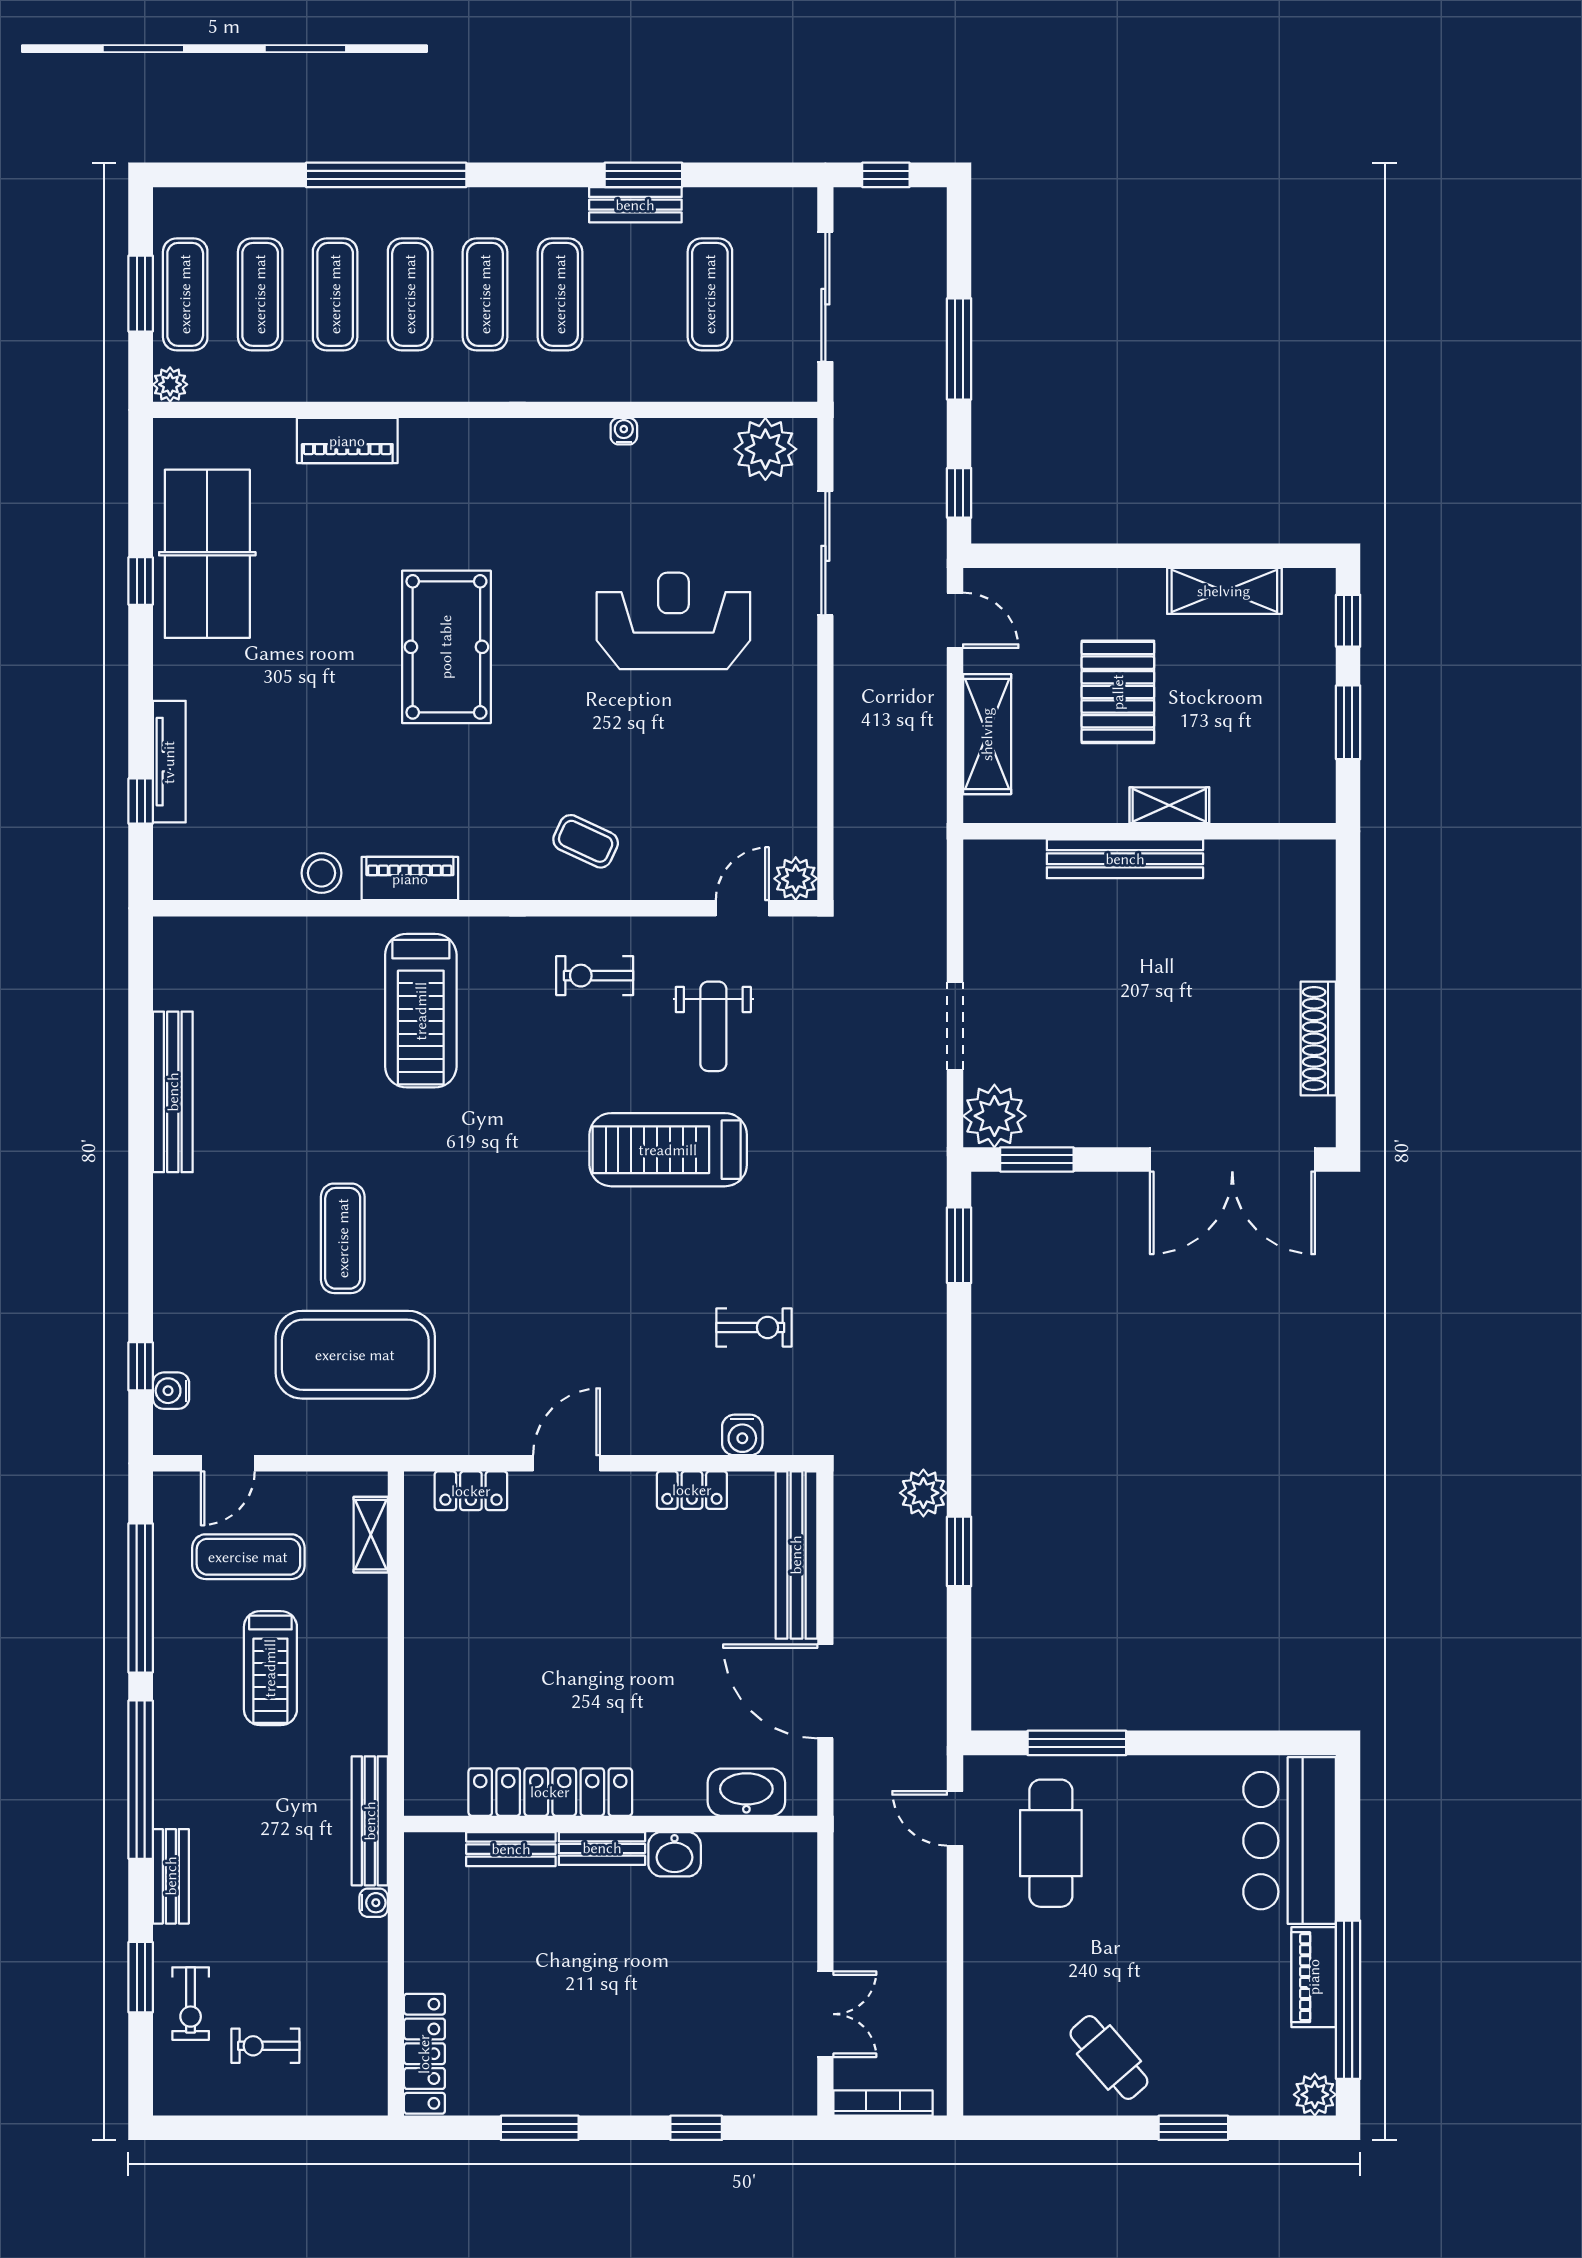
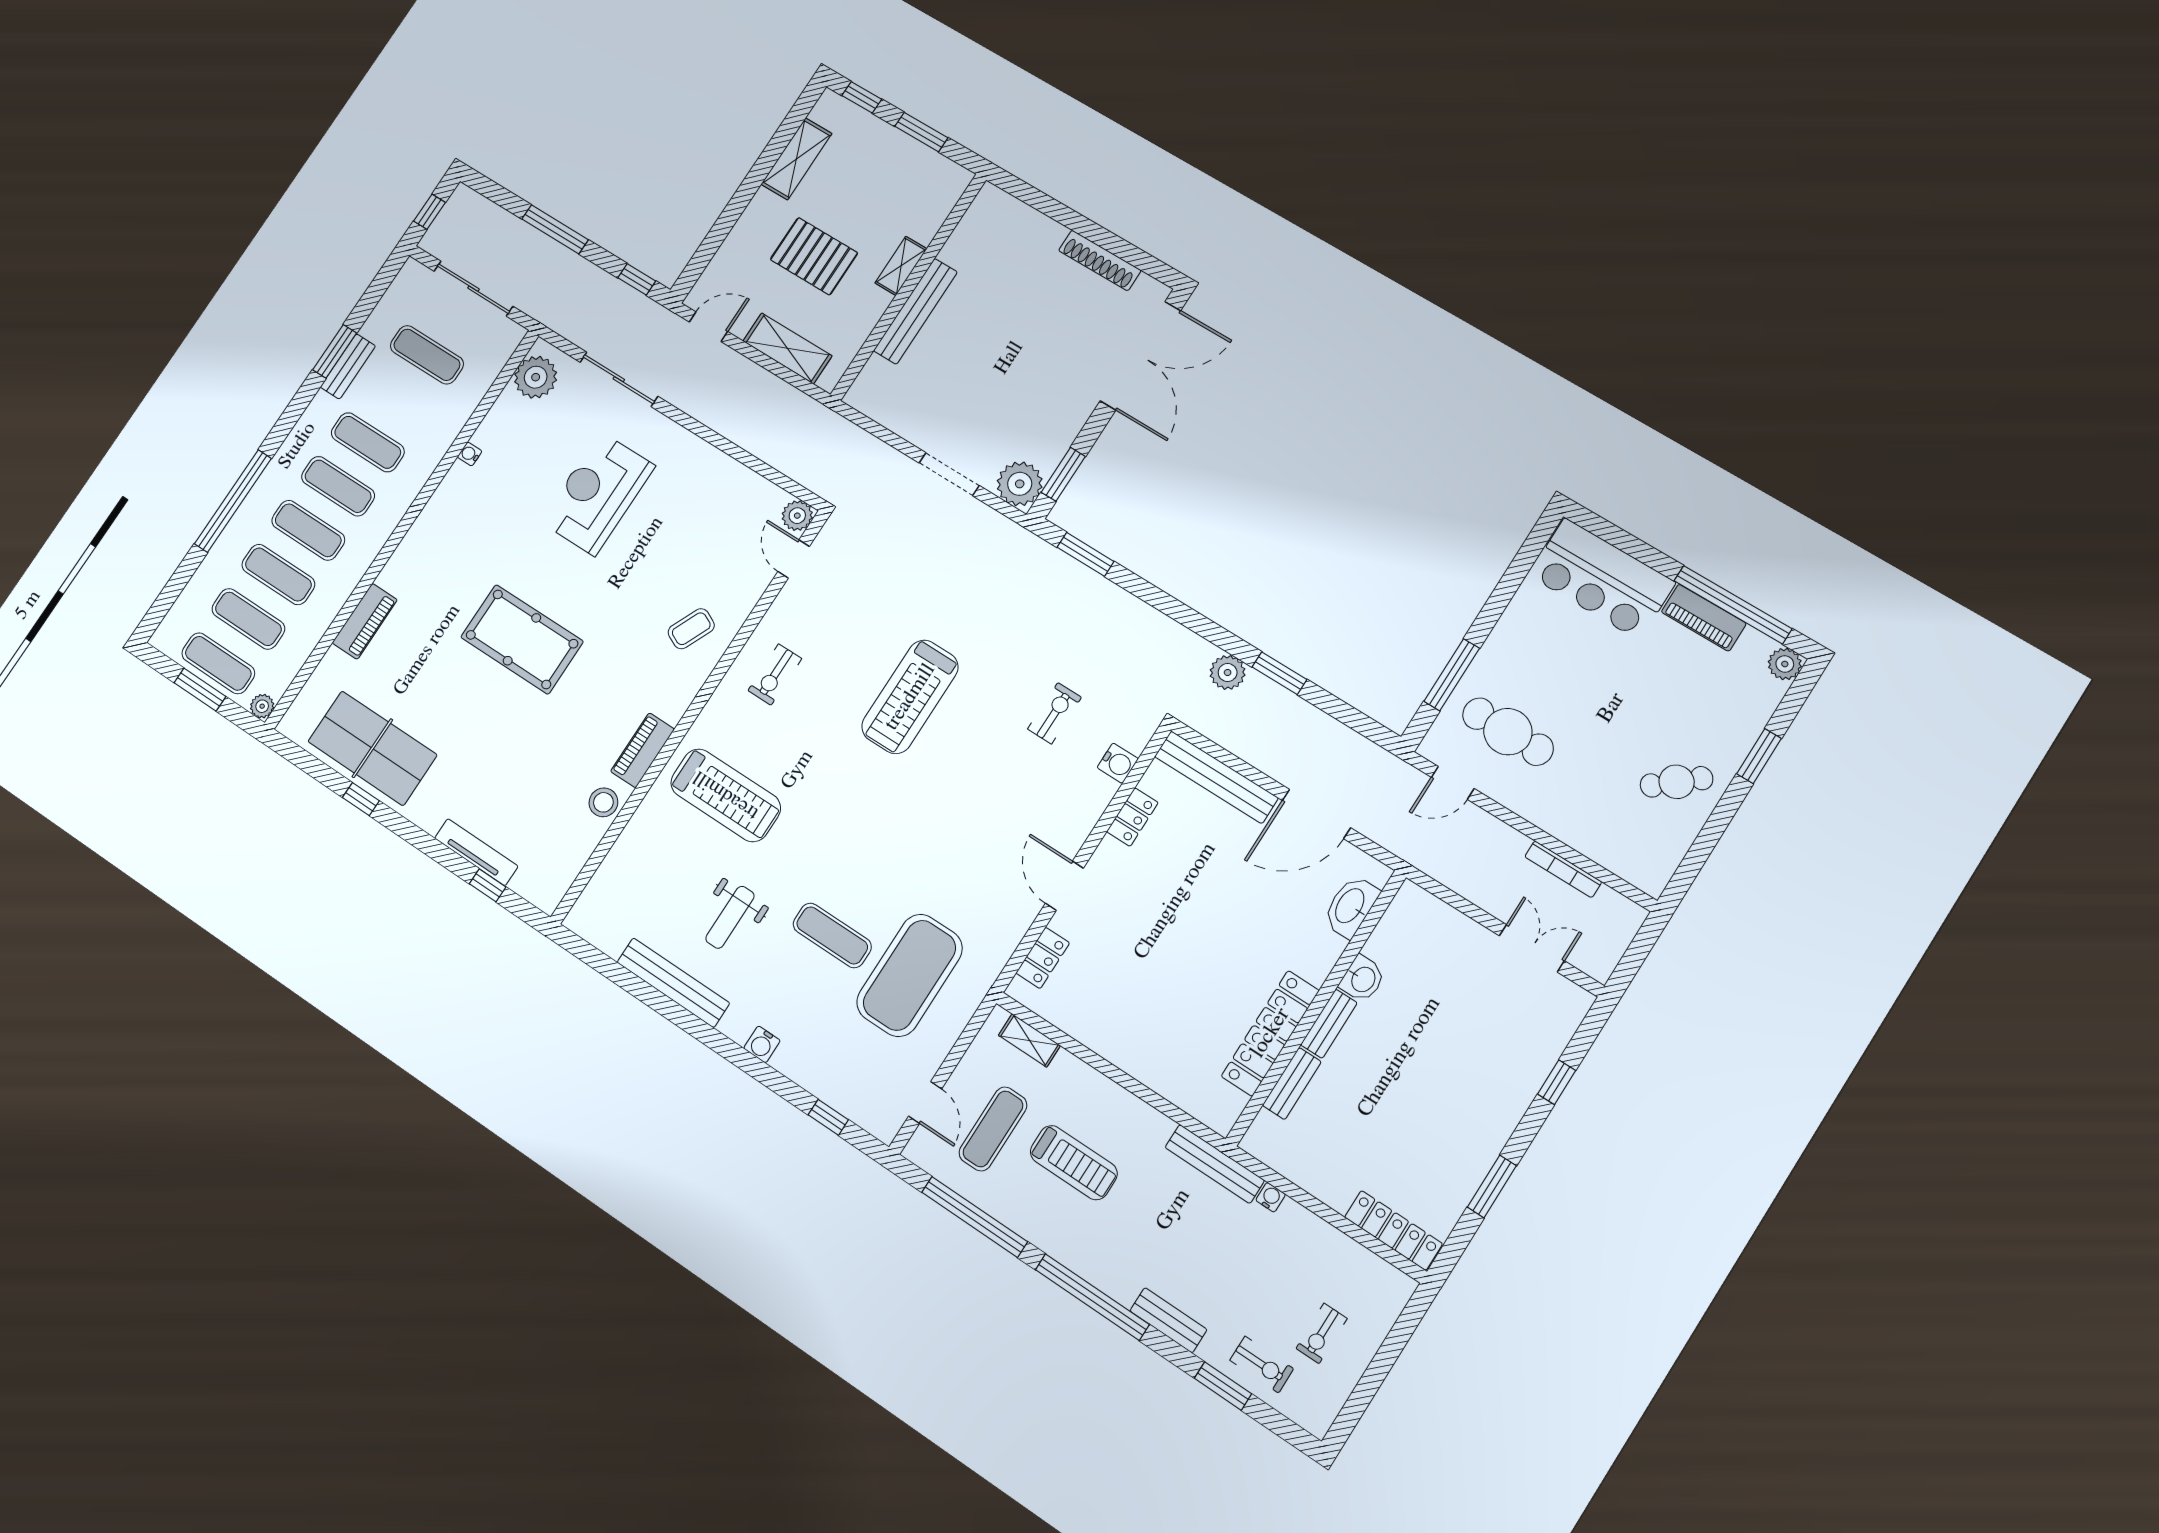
weight bench: (713, 1026) -> (730, 917), moved, turned 90
water cooler: (171, 1391) -> (762, 1044), moved
bookcase: (883, 2103) -> (1563, 869), moved, turned -90

